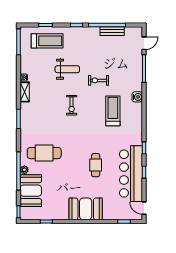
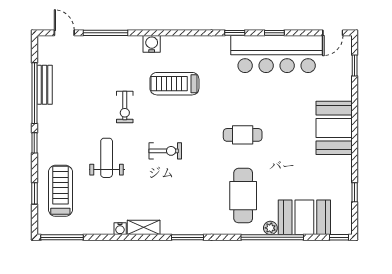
cafe table: (96, 165) -> (243, 135), moved

